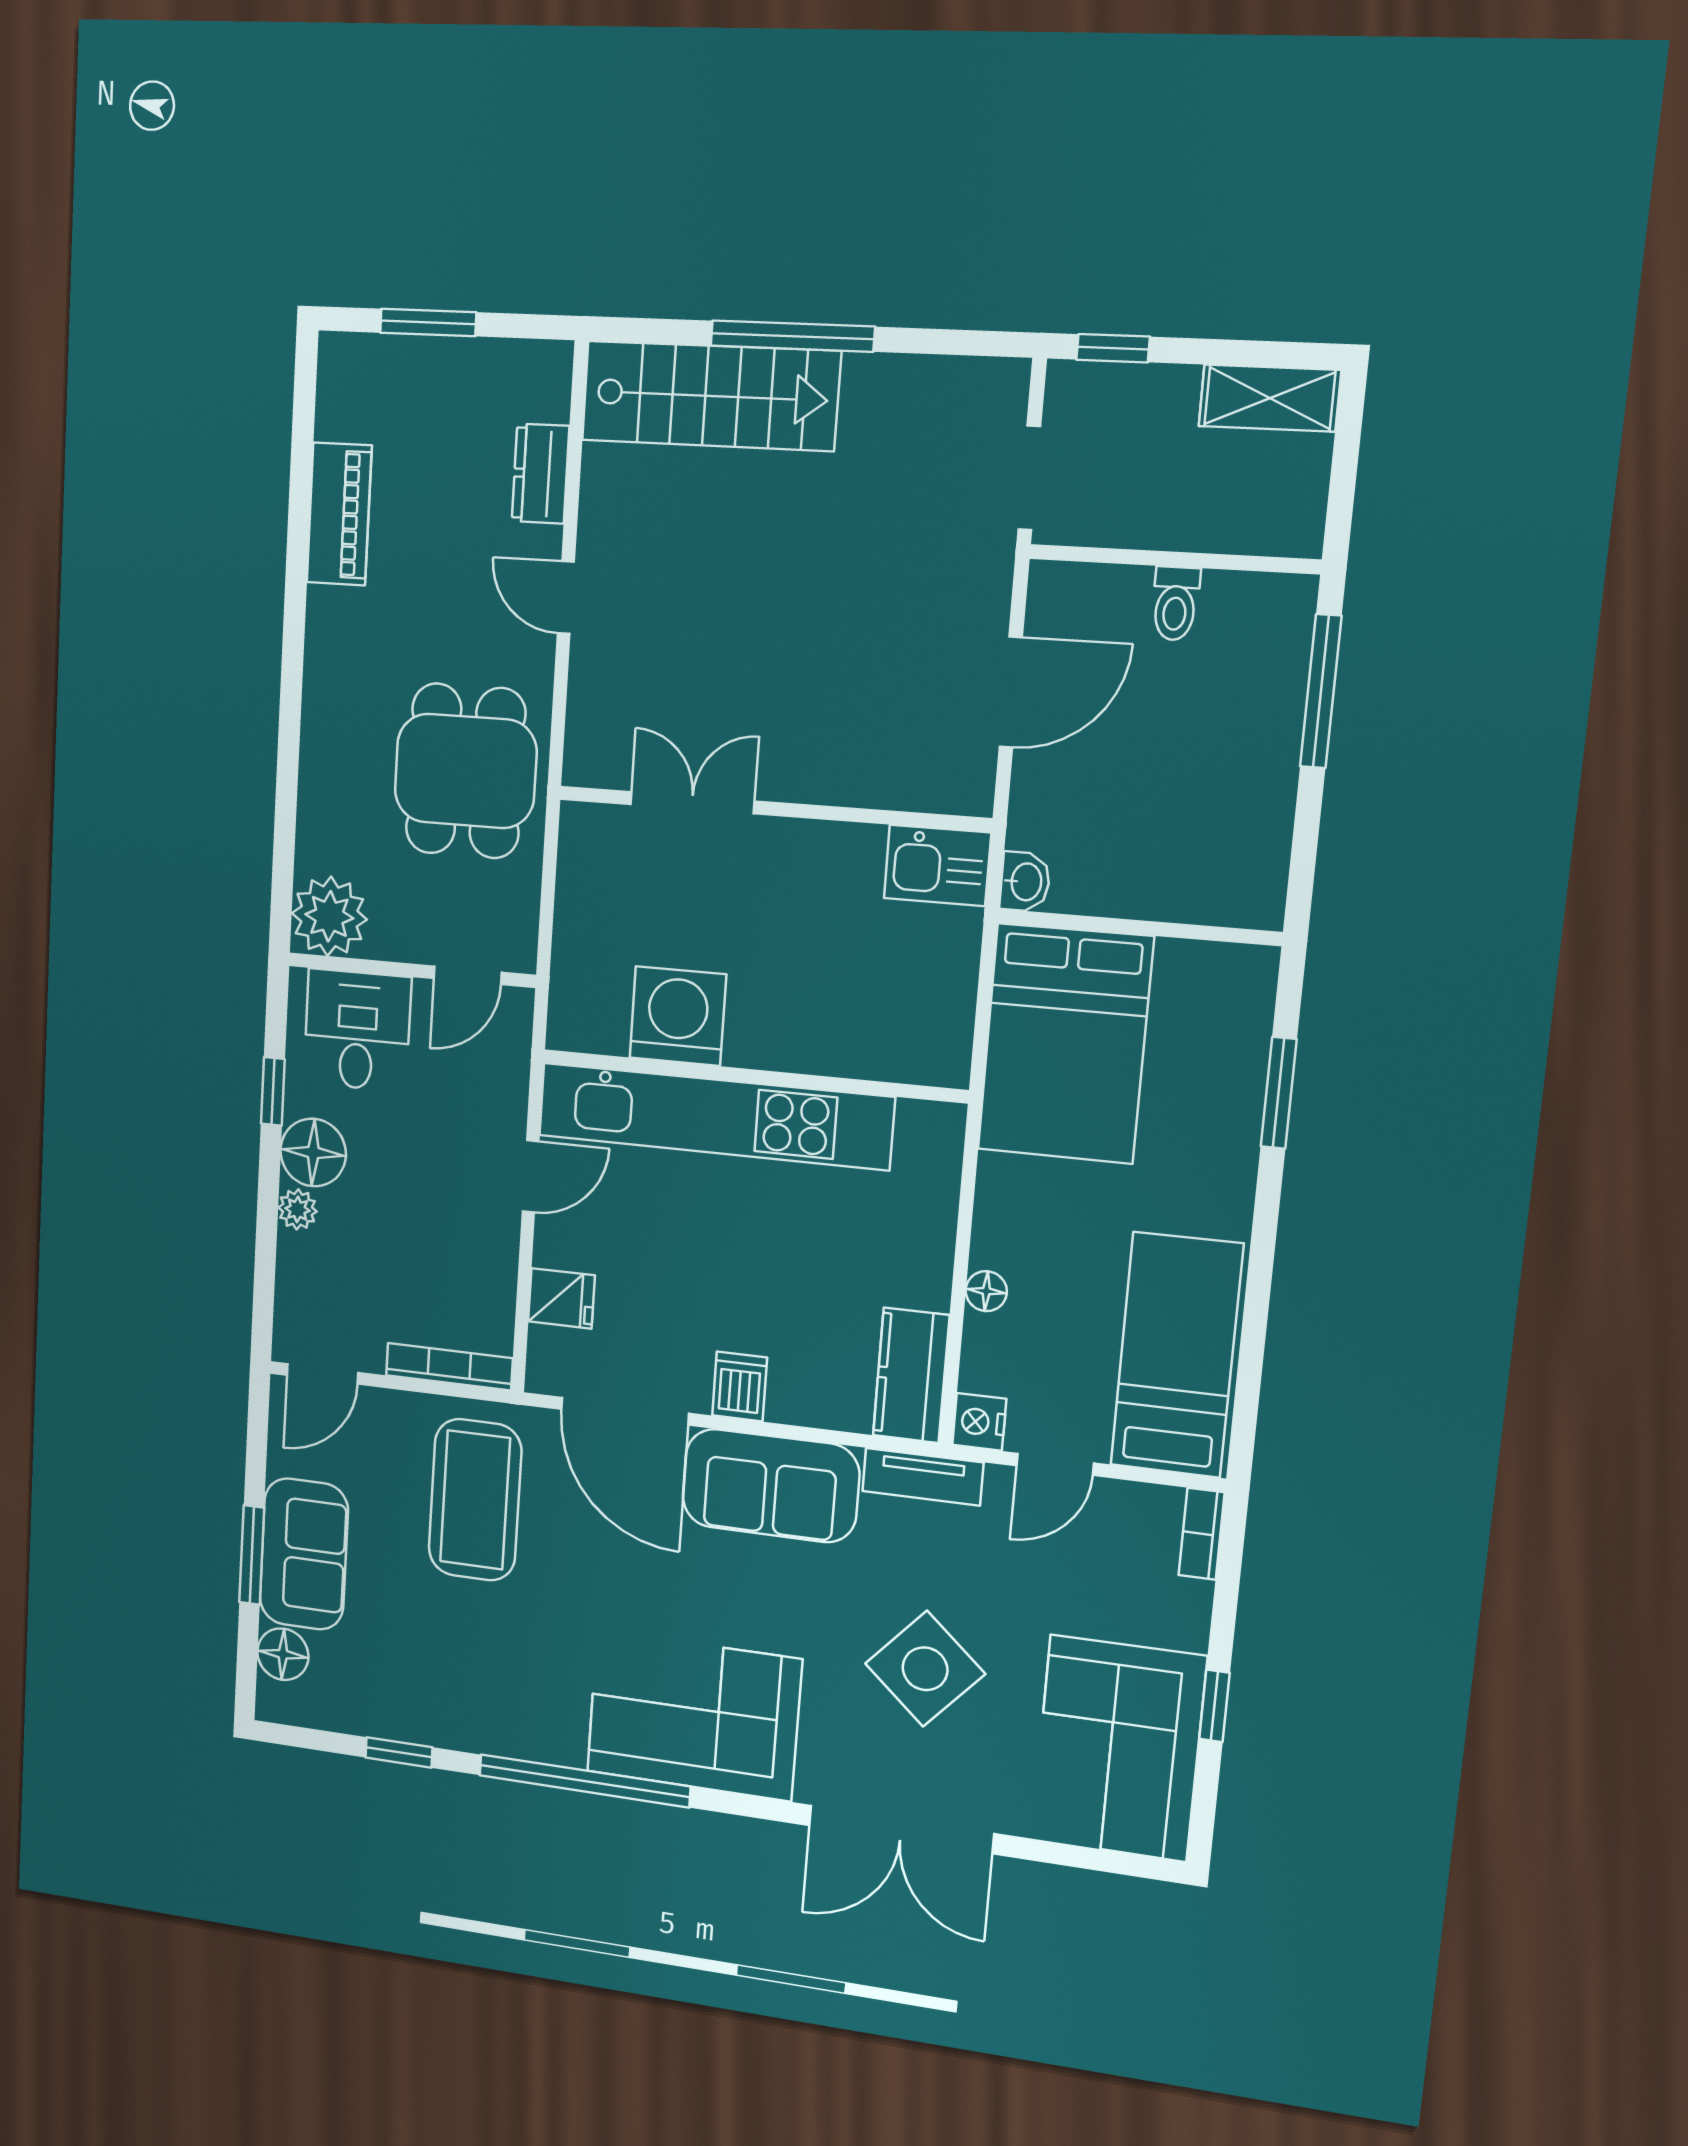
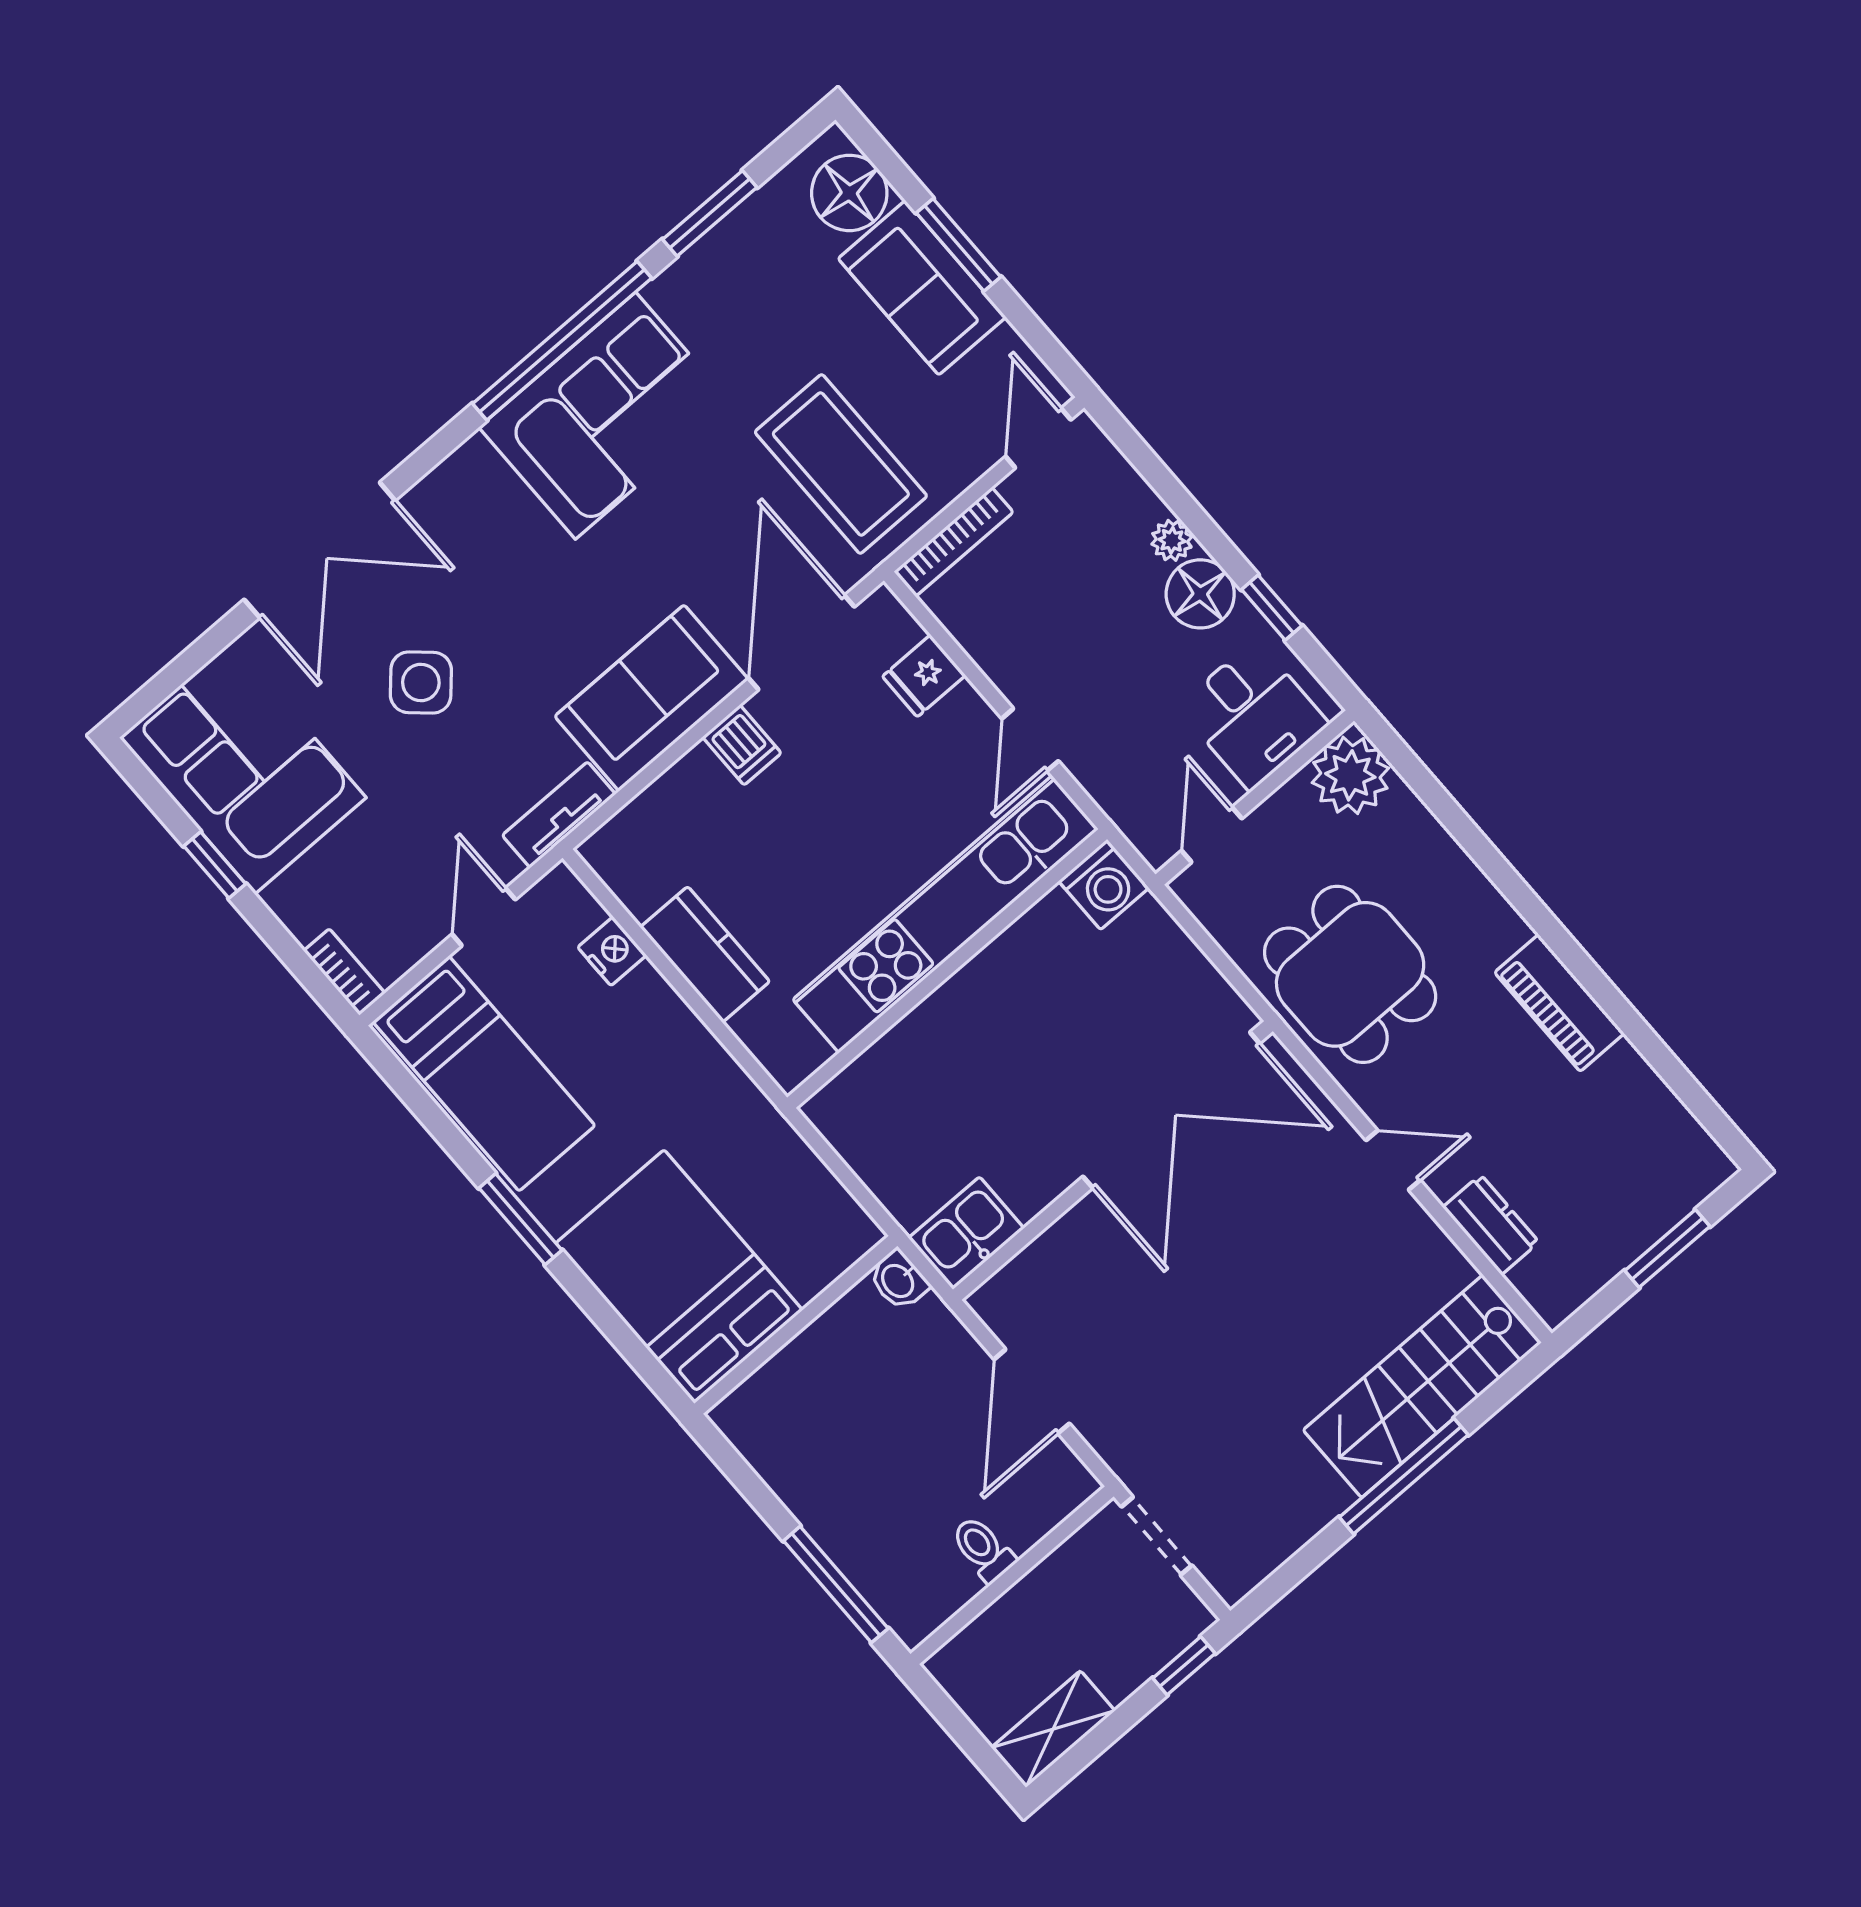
piano: (339, 514) -> (1559, 1003), moved
double door: (692, 803) -> (1171, 1110), width x1.87
washing machine: (678, 1016) -> (1104, 884), moved, width x0.73, depth x0.73
bed: (1065, 1044) -> (679, 1277), moved
window: (1279, 1093) -> (520, 1219), moved
floor lamp: (986, 1291) -> (648, 986), removed
kitchen counter: (911, 1375) -> (705, 954), moved
door: (625, 1411) -> (801, 643), hinge flipped
nightstand: (979, 1422) -> (612, 951), moved
floor lamp: (283, 1654) -> (849, 193), width x1.38, depth x1.38
side table: (925, 1669) -> (421, 682), width x0.73, depth x0.73
corner sofa: (694, 1716) -> (605, 416), moved
window: (399, 1752) -> (710, 213), width x1.50
double door: (901, 1829) -> (320, 550), swing flipped

